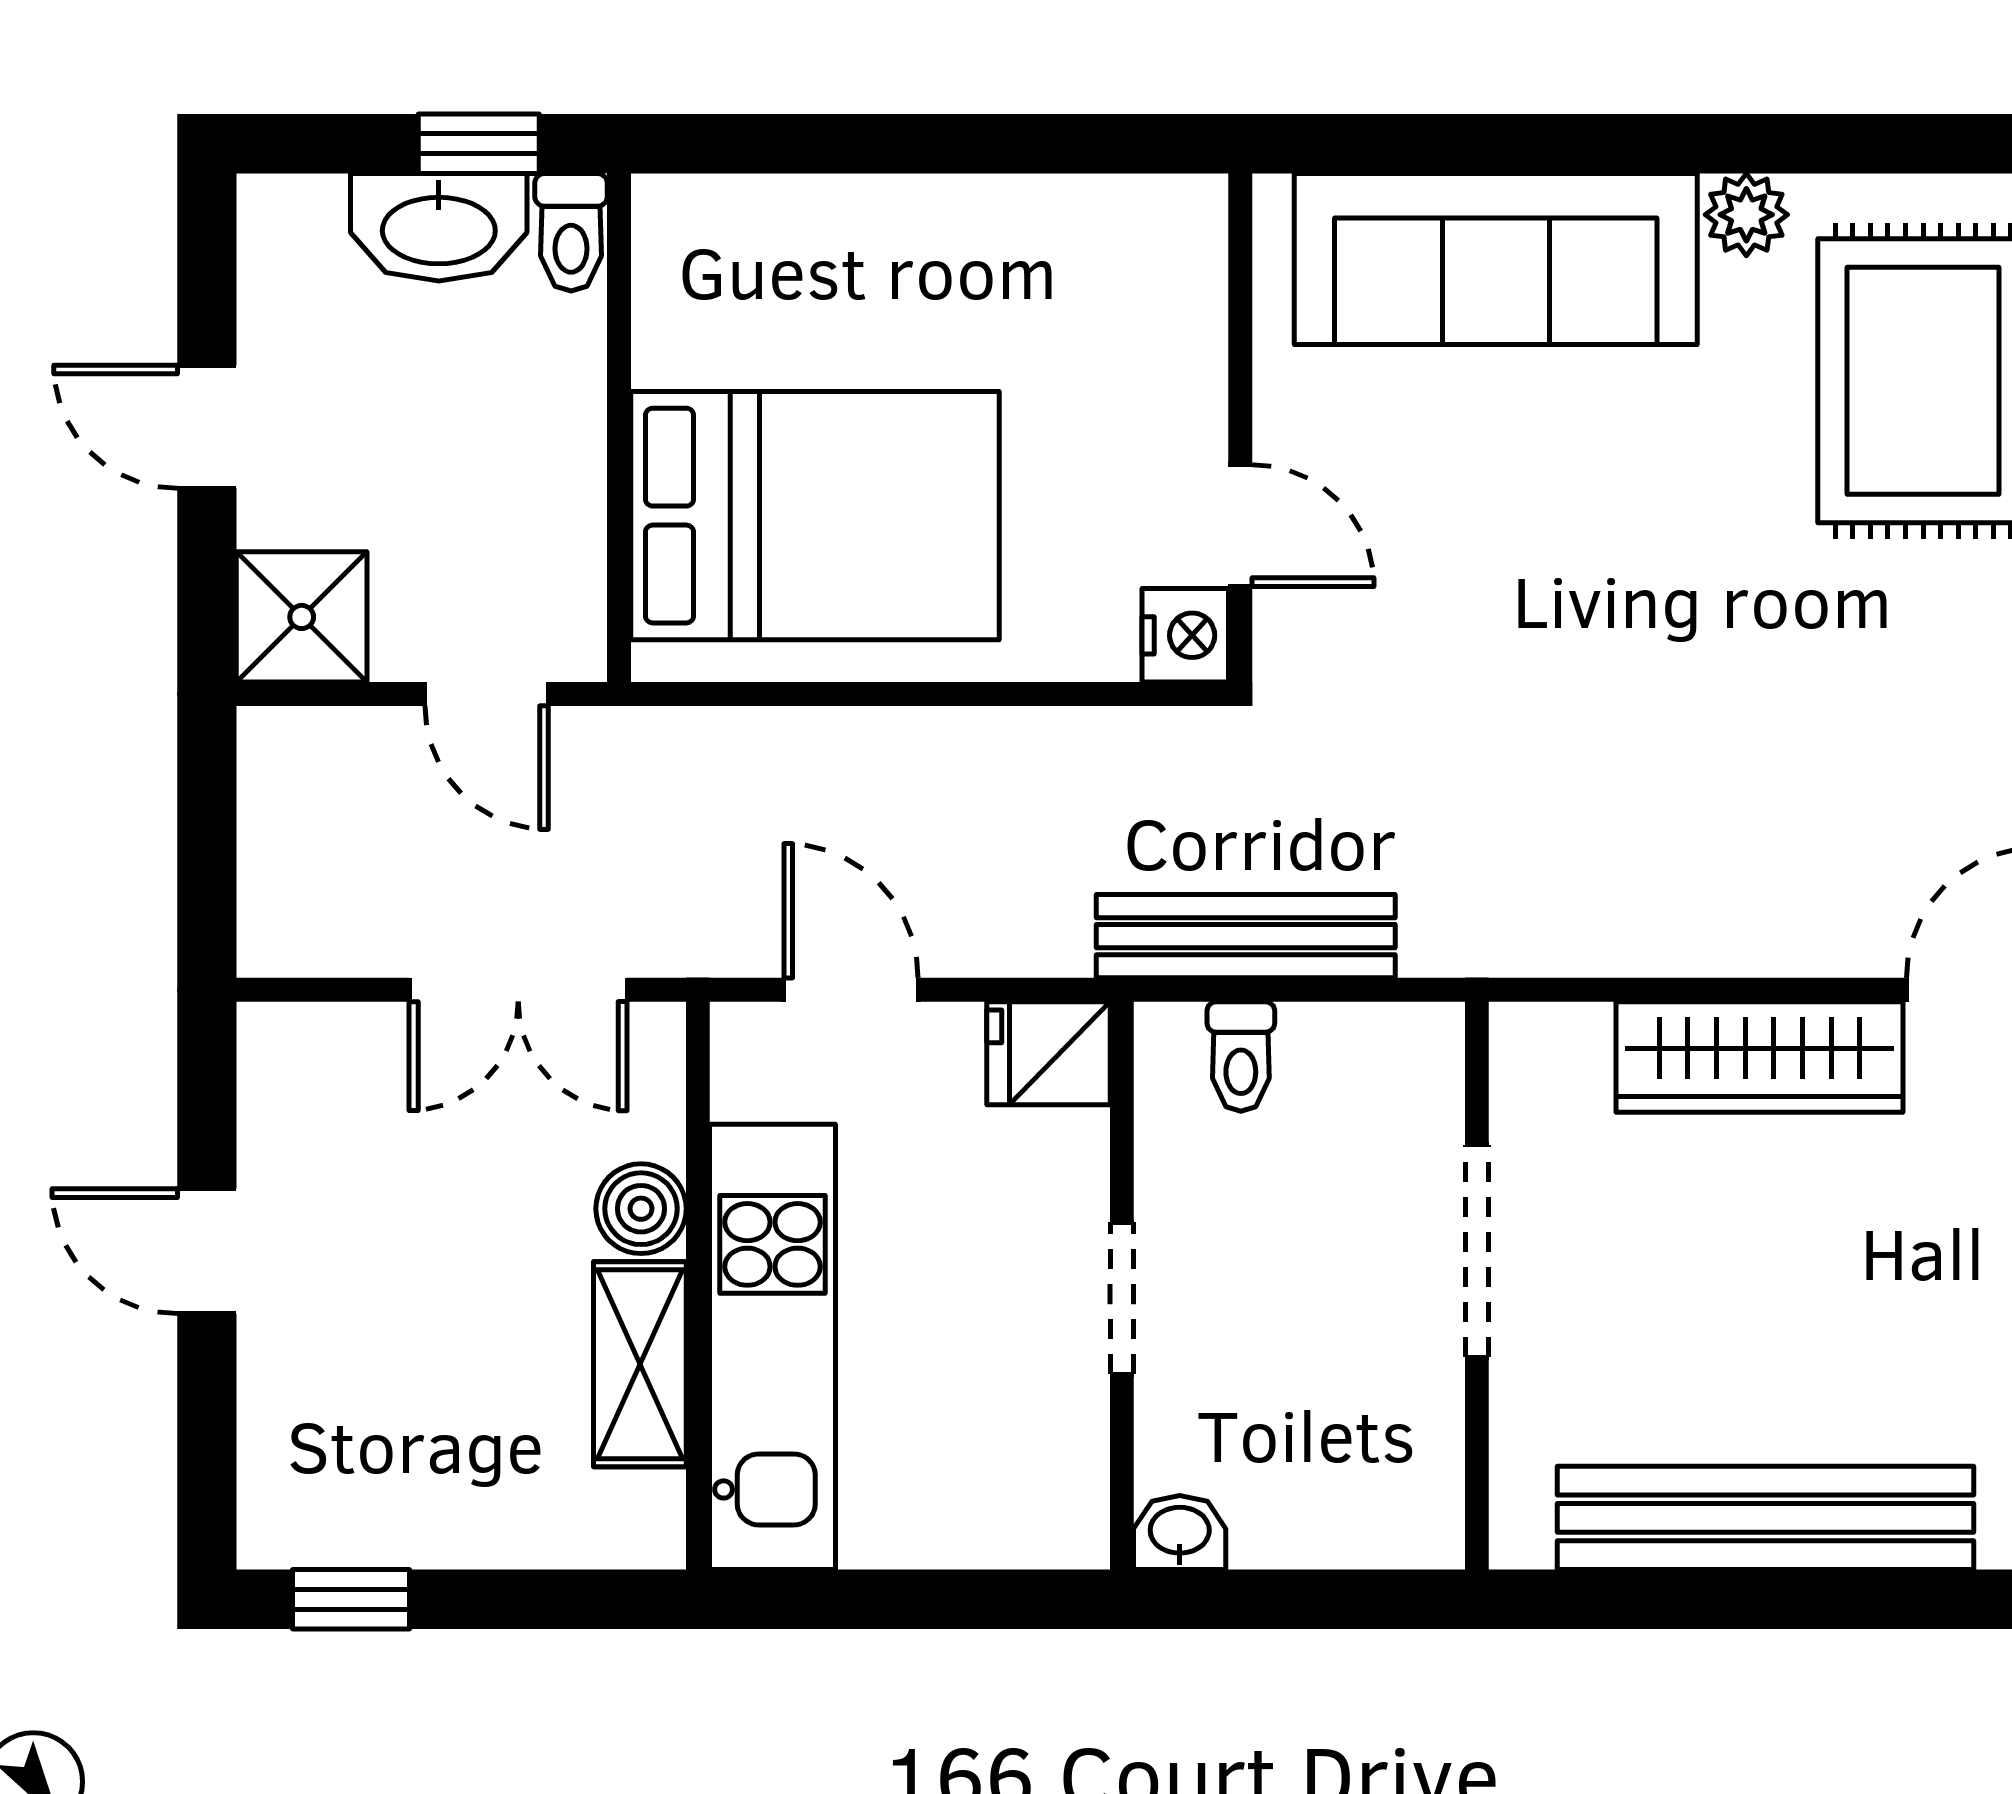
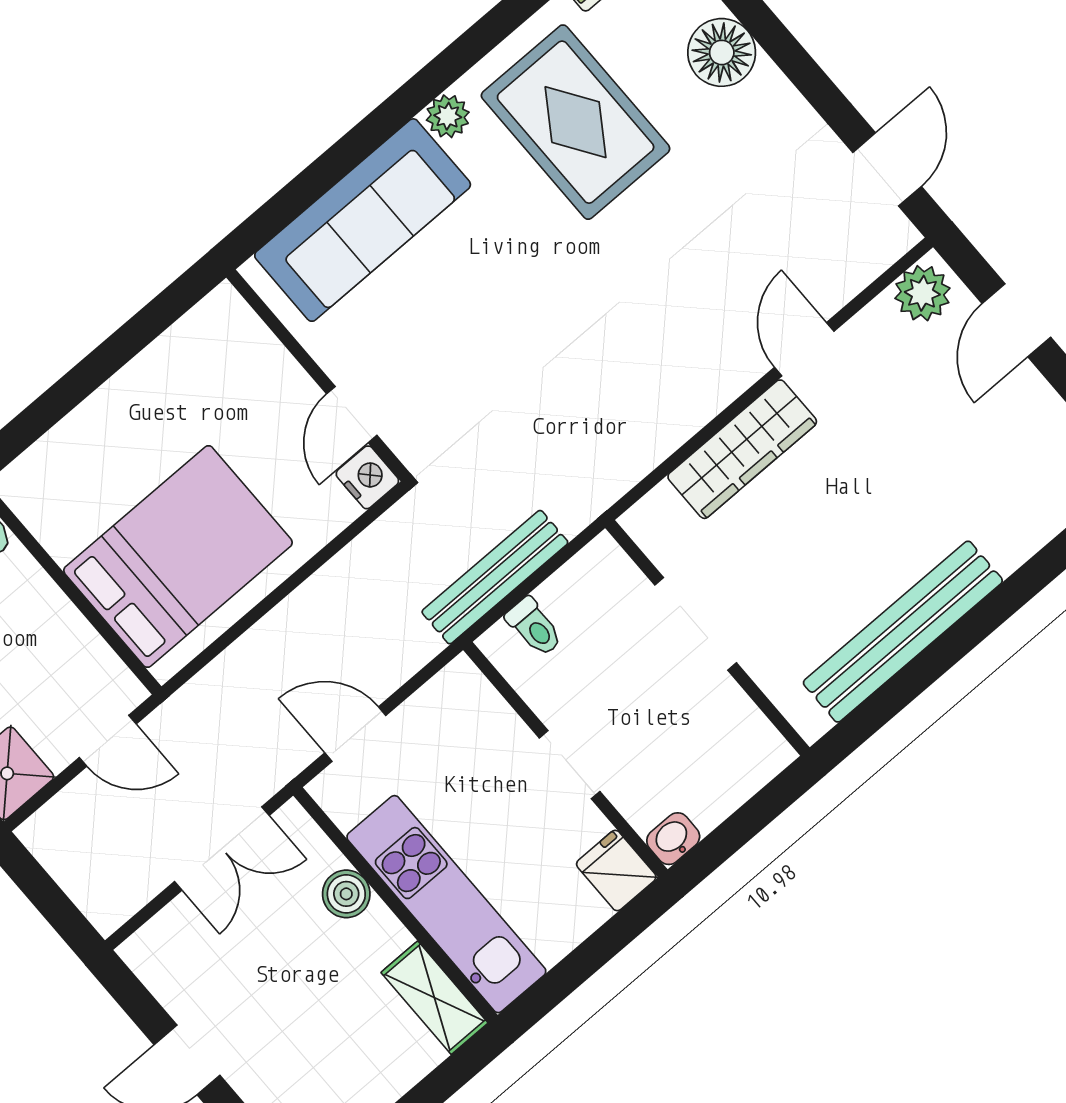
door: (1240, 526) -> (352, 415), swing flipped
fridge: (1048, 1053) -> (616, 870), moved, turned 90
shelving: (640, 1364) -> (434, 998), moved

